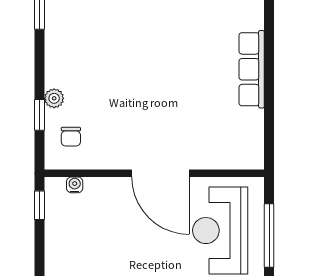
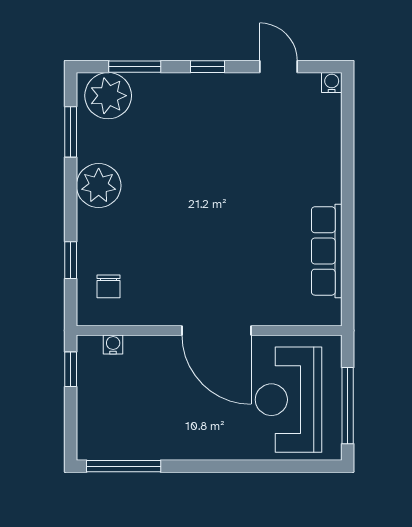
row of seats: (252, 69) -> (327, 251), moved
plant: (54, 98) -> (99, 186), moved, width x1.88, depth x1.88

